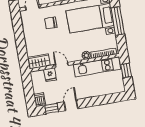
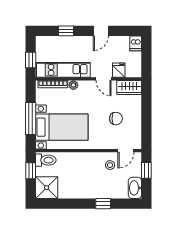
chair: (51, 23) -> (116, 119), moved
window: (52, 109) -> (66, 31), moved

